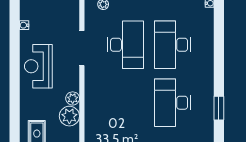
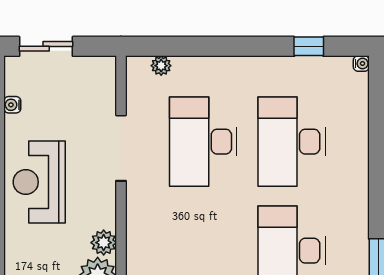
desk: (126, 45) -> (203, 142), turned 180

